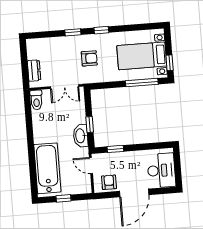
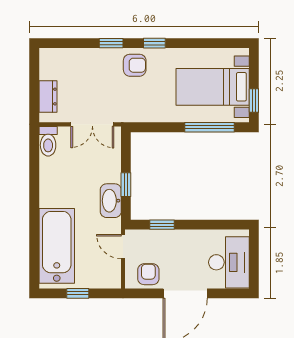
armchair: (89, 58) -> (135, 65), moved

